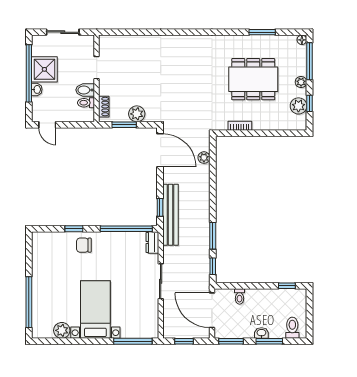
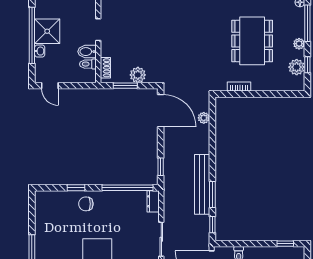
dining table: (253, 79) -> (252, 41), turned 90
bench: (170, 215) -> (202, 184), moved

